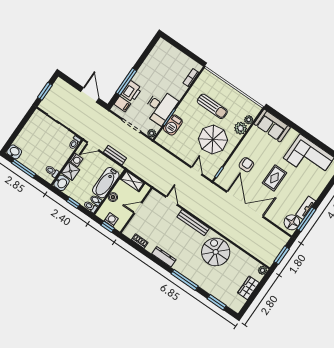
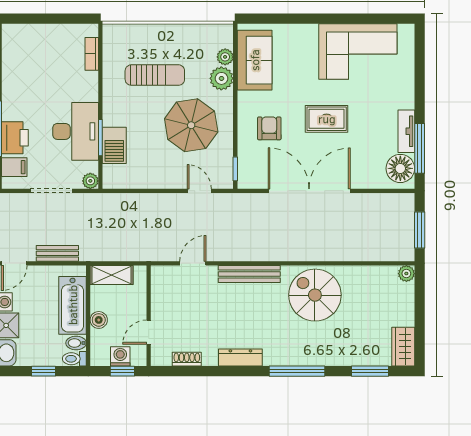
sofa: (272, 126) -> (255, 60), moved, turned -90
rug: (275, 178) -> (327, 119), turned 90
door: (172, 201) -> (193, 263), hinge flipped
door: (138, 208) -> (149, 332), moved
wardrobe: (248, 288) -> (403, 347), moved

